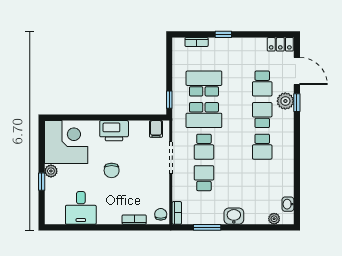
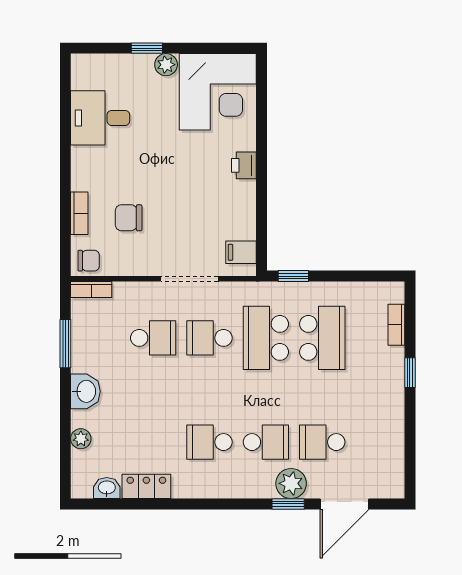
locker: (280, 44) -> (146, 486), moved, turned 90
printer: (114, 131) -> (244, 165), width x0.53, depth x0.68
chair: (112, 170) -> (129, 218), moved
plant: (274, 219) -> (81, 439), moved

